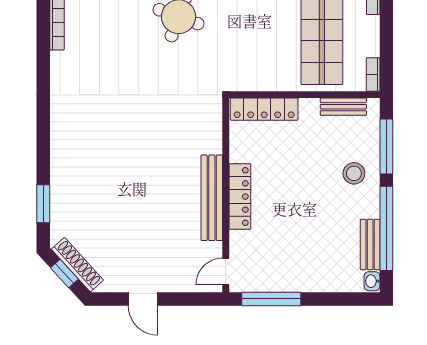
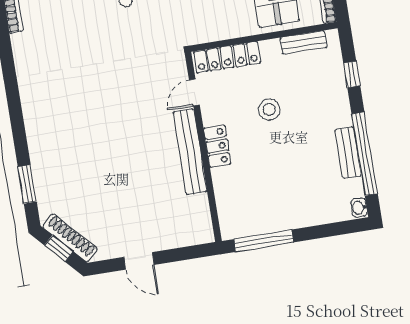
window: (386, 147) -> (352, 74), width x0.46
stool: (354, 173) -> (269, 110), moved
locker: (240, 197) -> (217, 146), width x0.66
bench: (370, 244) -> (348, 153), moved
door: (226, 272) -> (194, 92), moved

